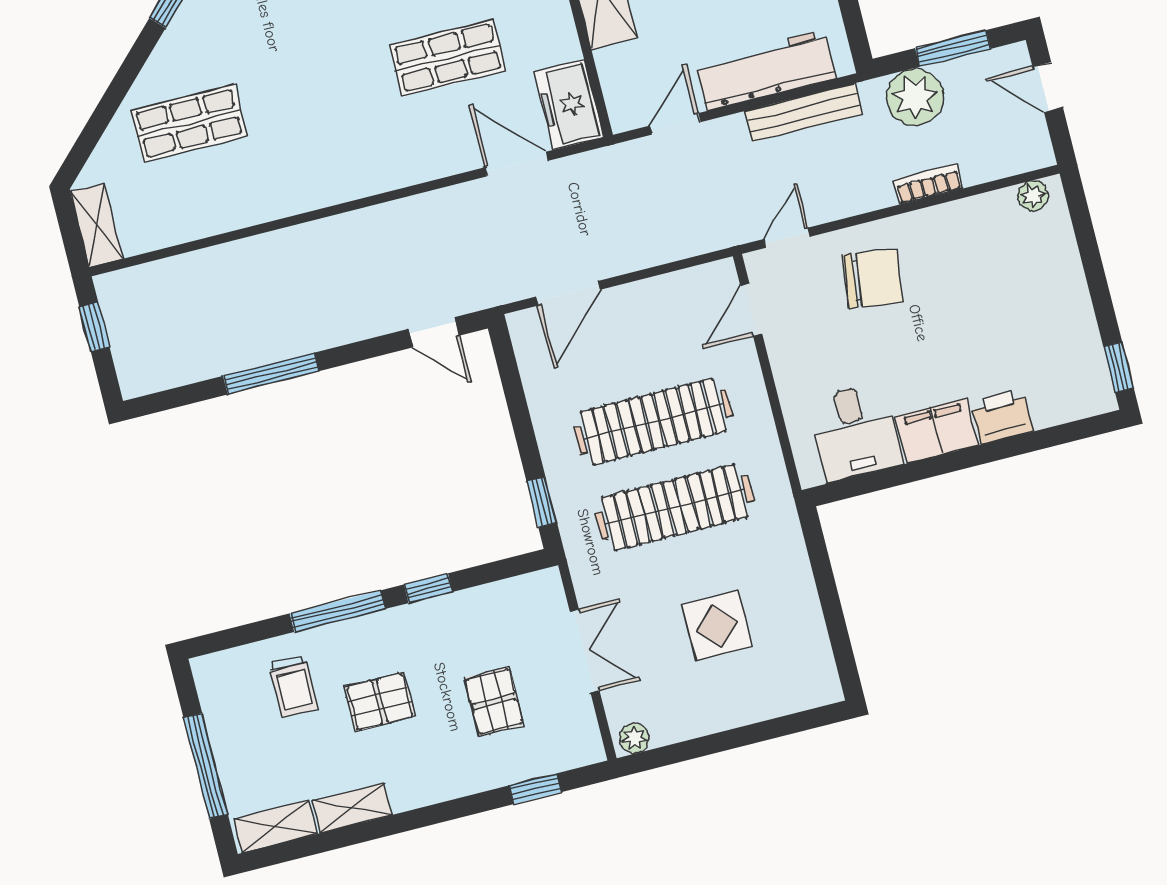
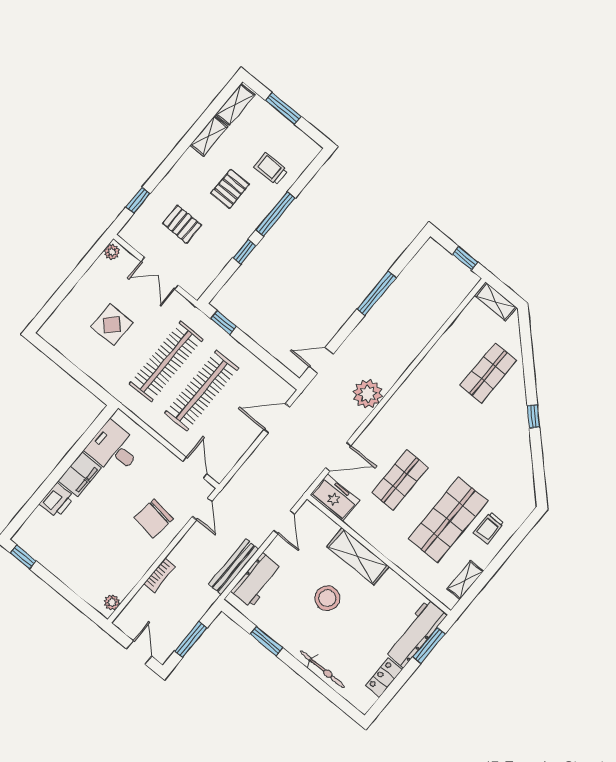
workbench: (766, 70) -> (257, 580), width x0.73
door: (1048, 87) -> (139, 652), hinge flipped
plant: (915, 97) -> (368, 394), moved
door: (568, 293) -> (277, 418), hinge flipped
window: (206, 766) -> (283, 108), width x0.69

